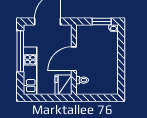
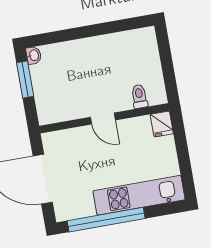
door: (74, 59) -> (103, 119), width x0.53
fridge: (63, 85) -> (162, 124), width x0.53, depth x0.75

